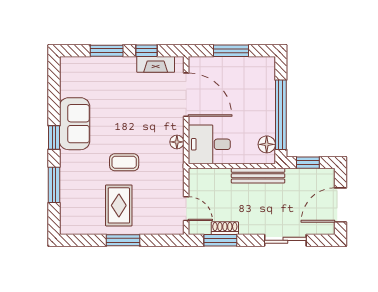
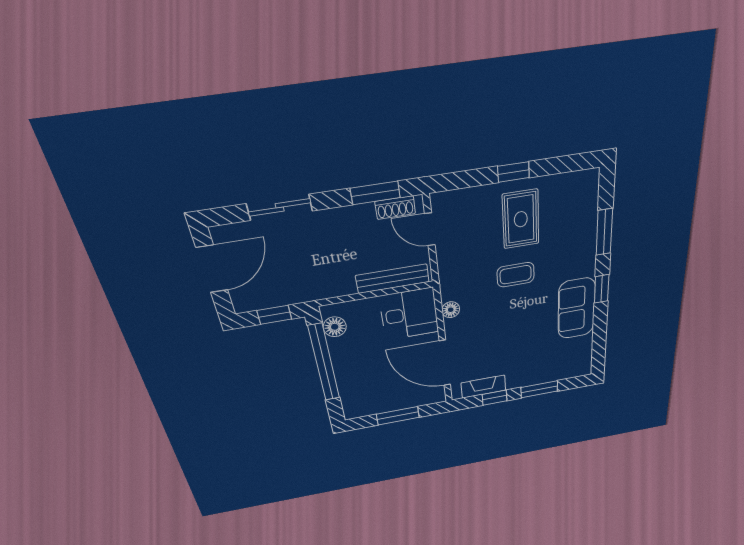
bench: (258, 176) -> (393, 279), moved
shoe rack: (225, 228) -> (395, 208), moved
window: (123, 240) -> (513, 172), width x0.67

